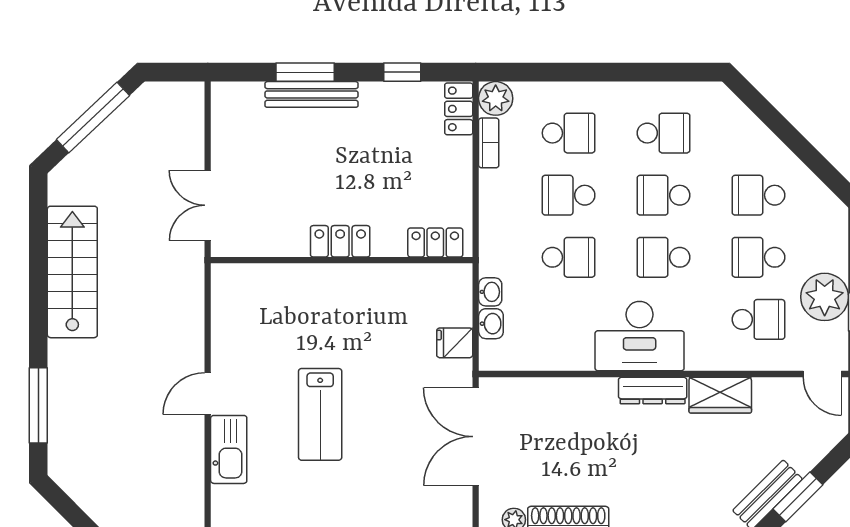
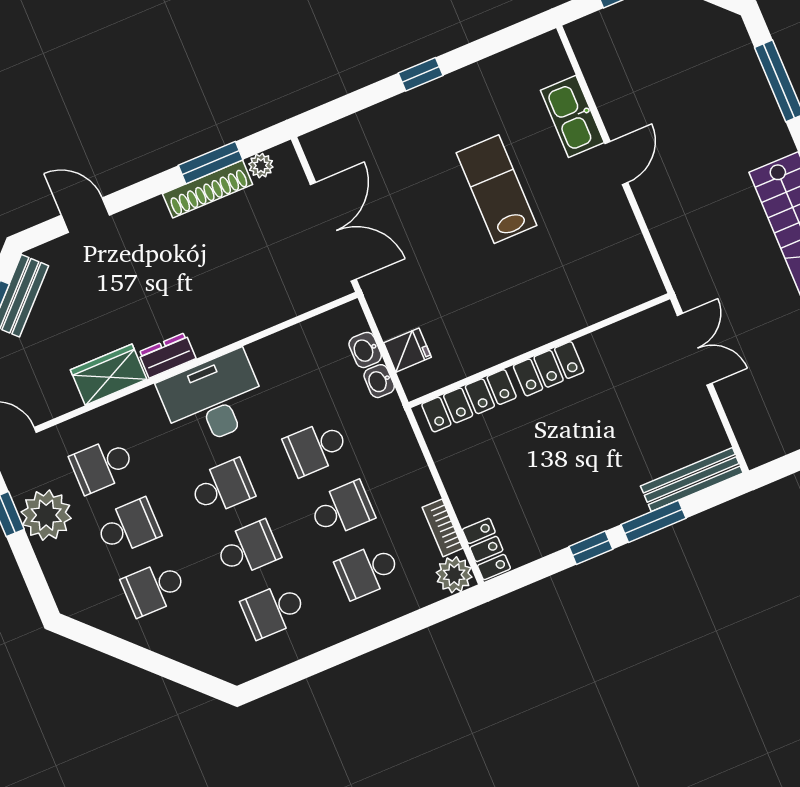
window: (402, 72) -> (591, 548), moved
bench: (311, 94) -> (692, 479), moved
school desk: (758, 195) -> (154, 588), turned 180
locker: (435, 242) -> (469, 401), width x1.53
fridge: (455, 343) -> (407, 350), moved
dresser: (653, 390) -> (167, 355), width x0.70

